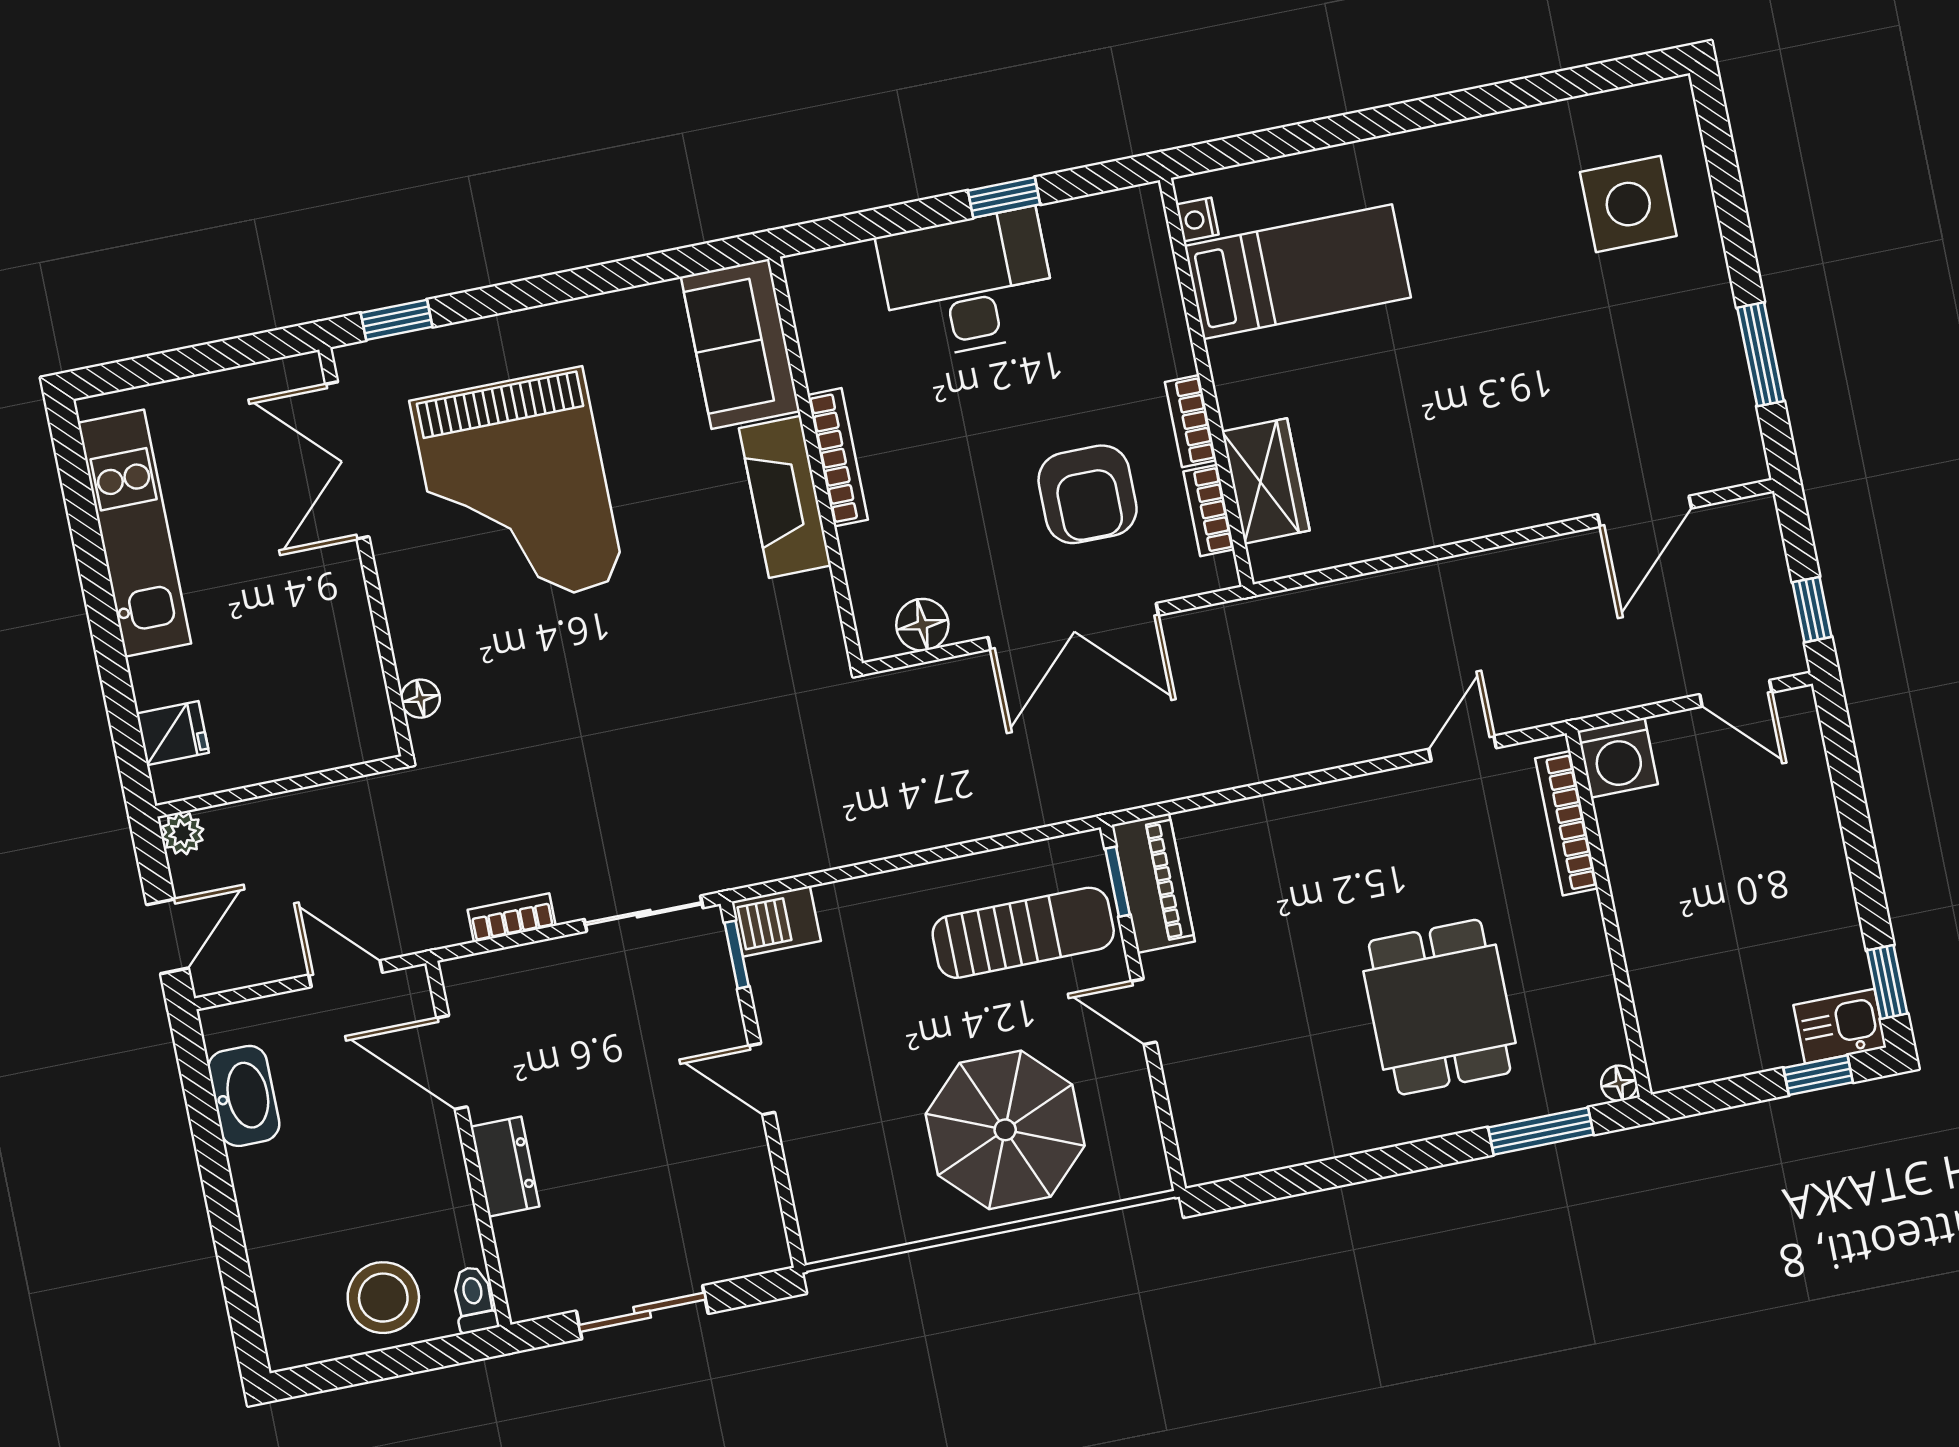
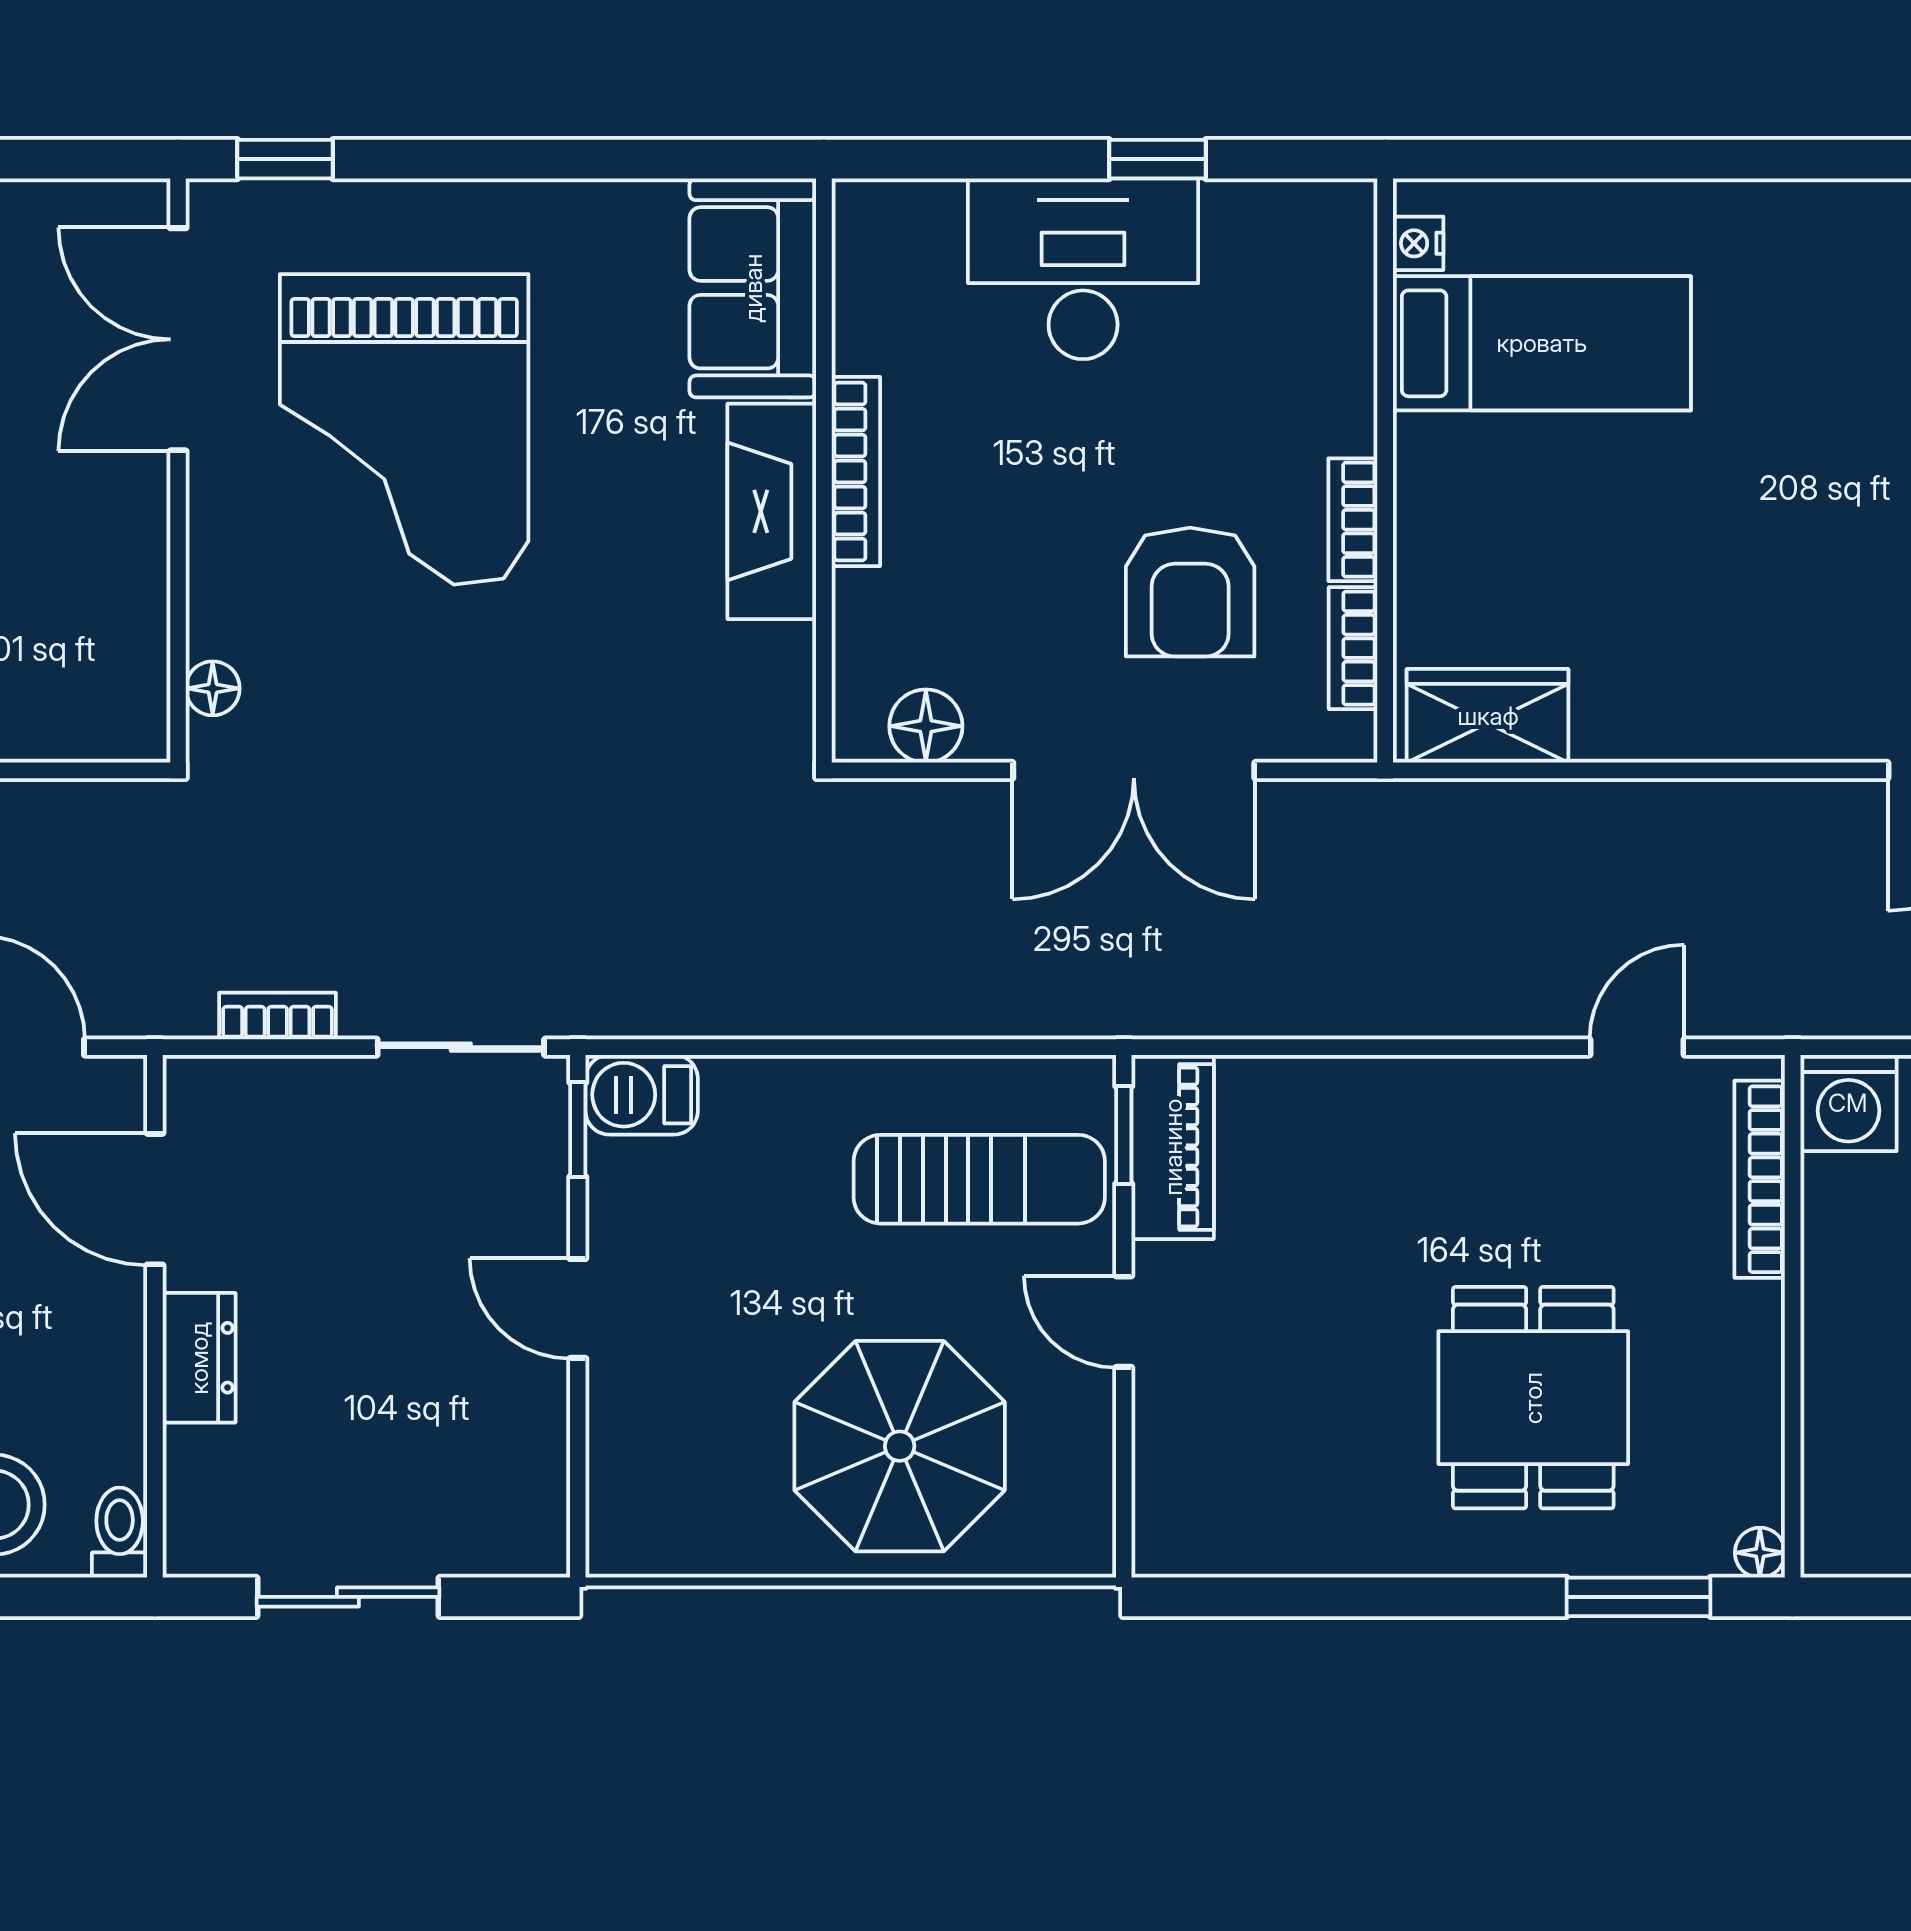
wardrobe: (1266, 481) -> (1488, 716), moved, turned -90

